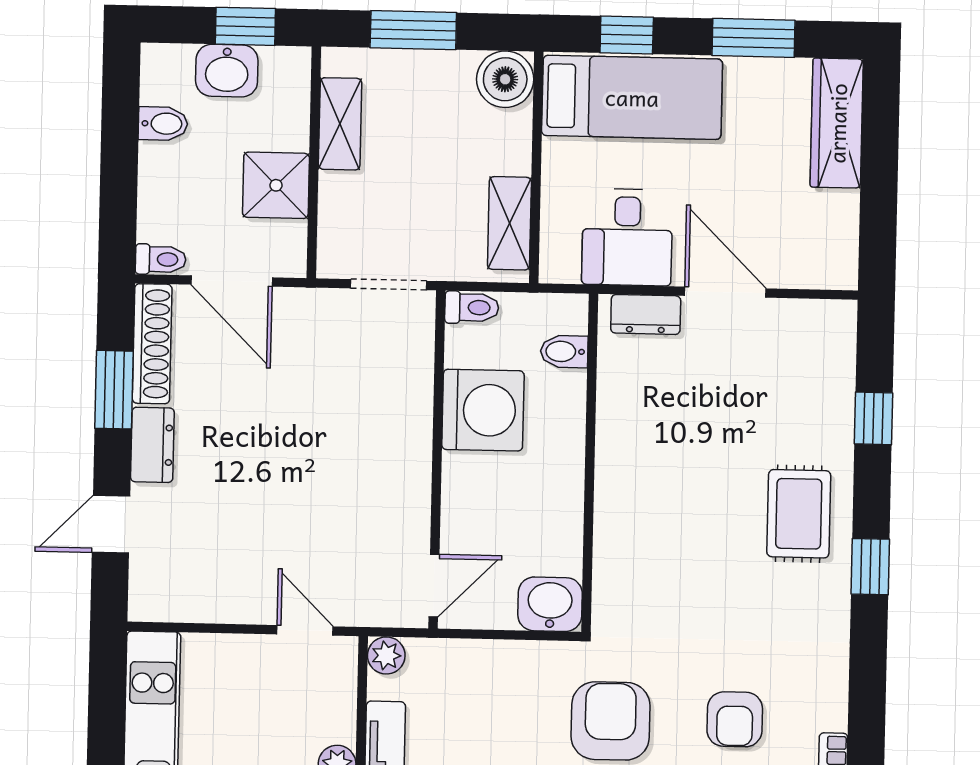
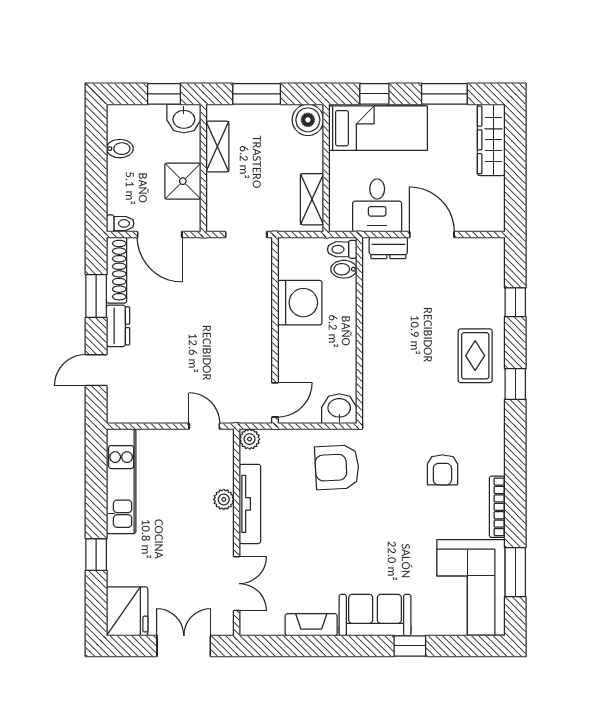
washbasin: (227, 71) -> (184, 119), moved
toilet: (472, 307) -> (342, 249), moved, turned 180
armchair: (610, 721) -> (337, 467), moved, turned -93

